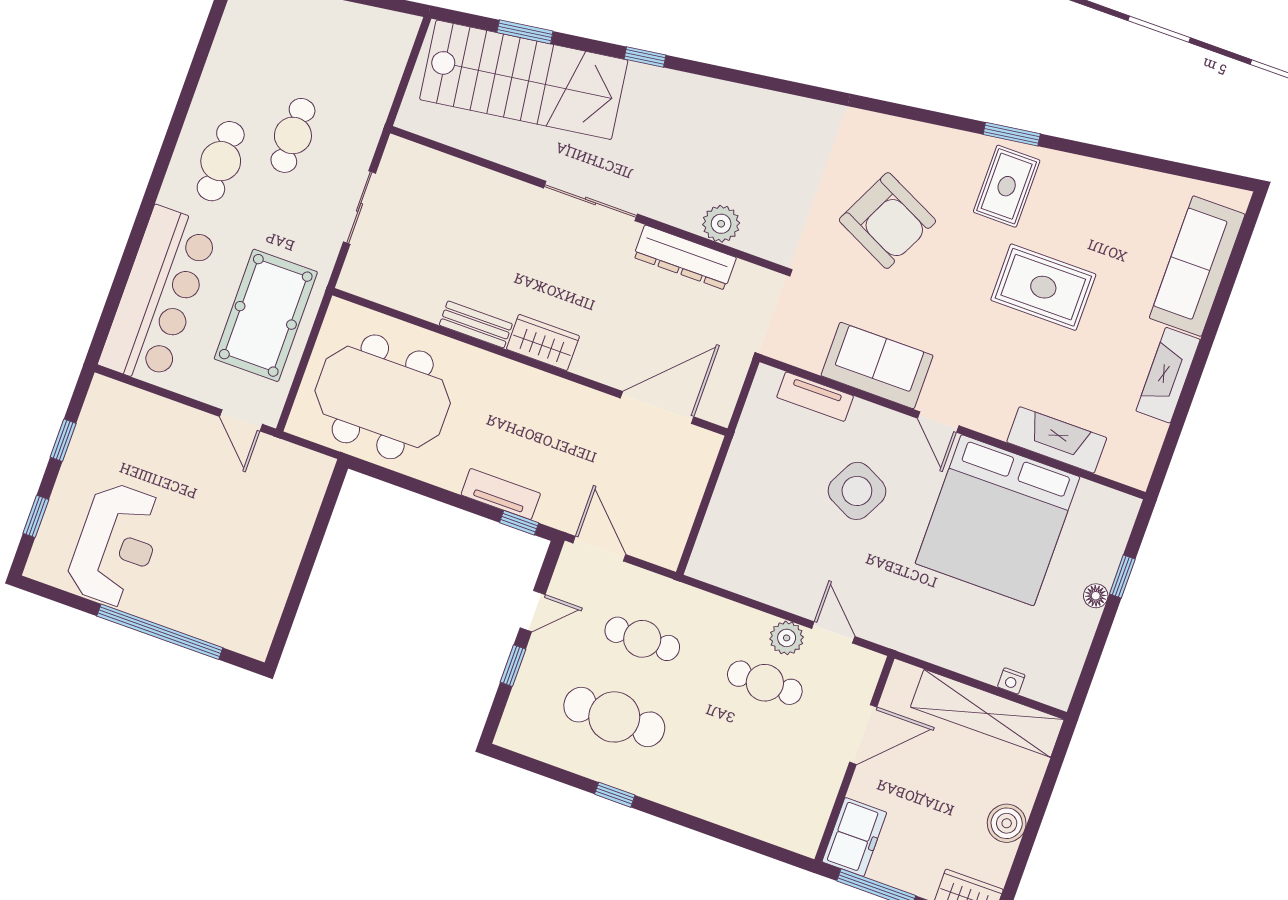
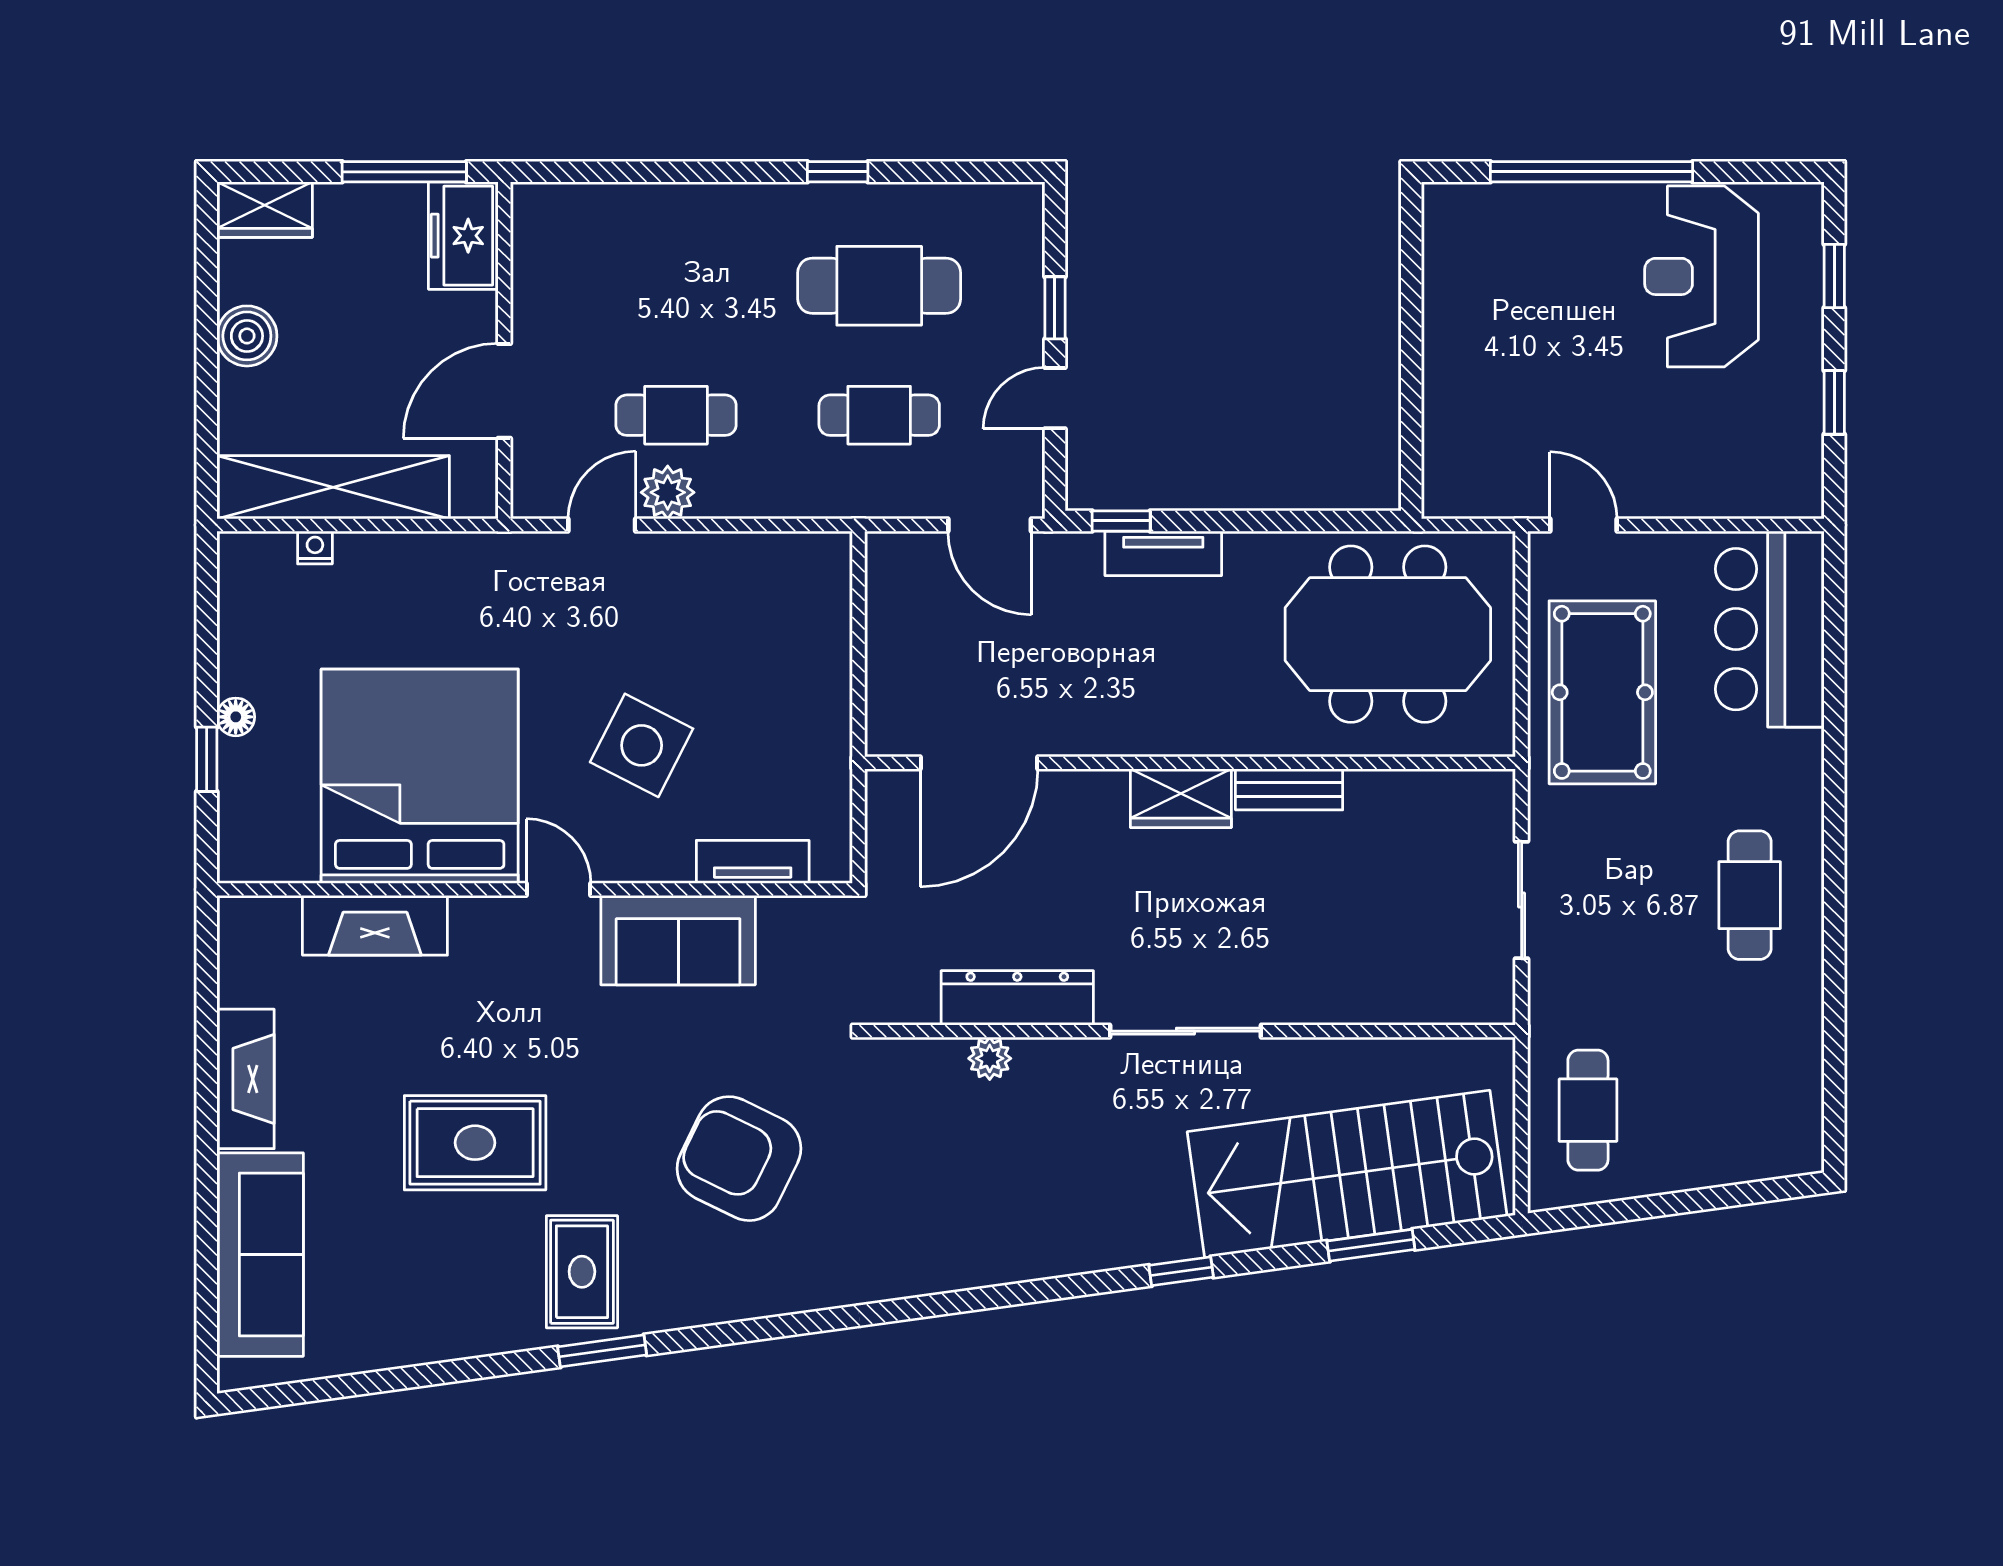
cafe table: (293, 135) -> (1588, 1110), moved
plant: (721, 224) -> (990, 1058), width x0.73, depth x0.73
bar counter: (159, 296) -> (1770, 629), width x0.73
door: (833, 632) -> (602, 525), swing flipped

